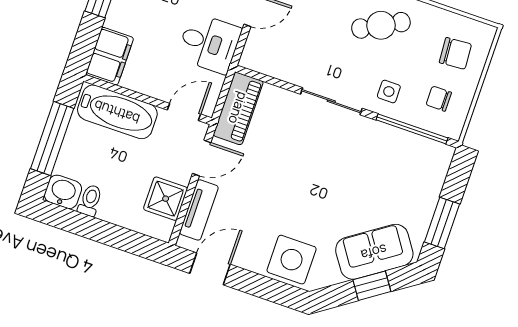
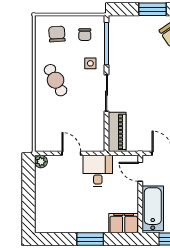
piano: (238, 108) -> (117, 132), moved, turned 90

